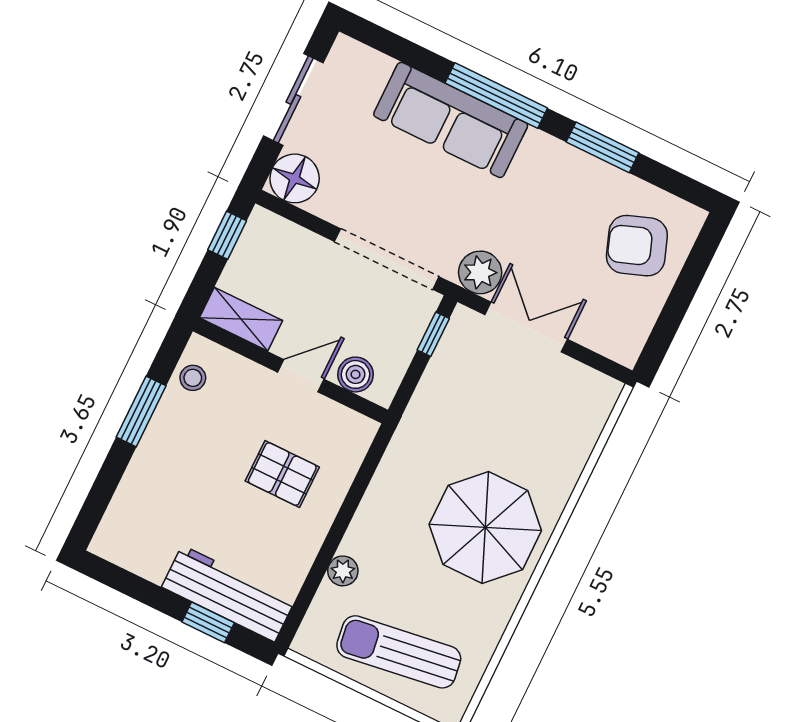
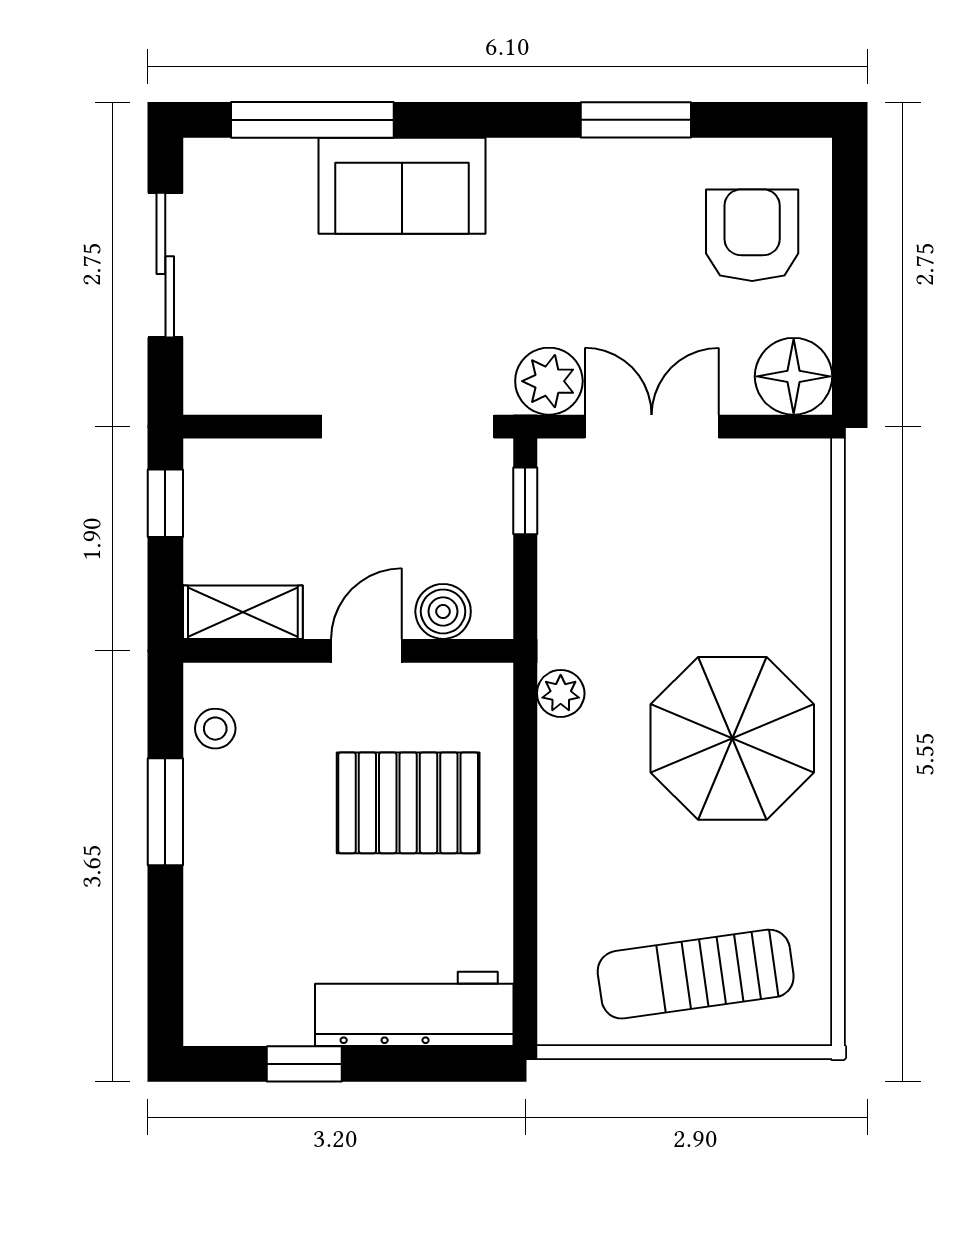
window: (496, 96) -> (312, 120), moved
sofa: (451, 120) -> (402, 186), width x0.73
floor lamp: (295, 178) -> (794, 376), moved
armchair: (637, 246) -> (752, 235), turned 110
pallet: (282, 474) -> (408, 803), width x1.50, depth x1.42
plant: (343, 571) -> (561, 693), moved
window: (208, 622) -> (304, 1064), moved

